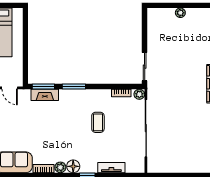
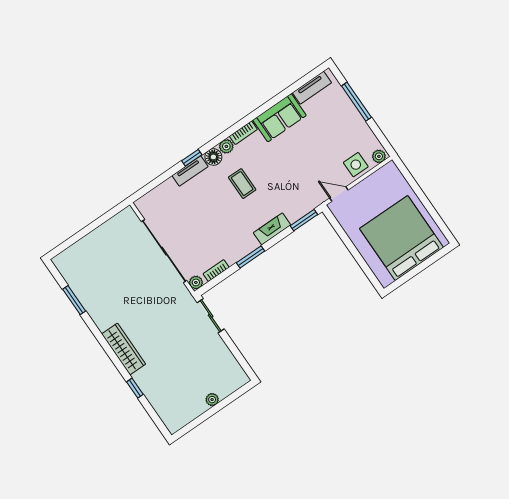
window: (74, 87) -> (251, 257), moved
fireplace: (45, 95) -> (272, 229), moved
coffee table: (98, 122) -> (242, 184), moved
tv unit: (111, 168) -> (190, 171), moved

